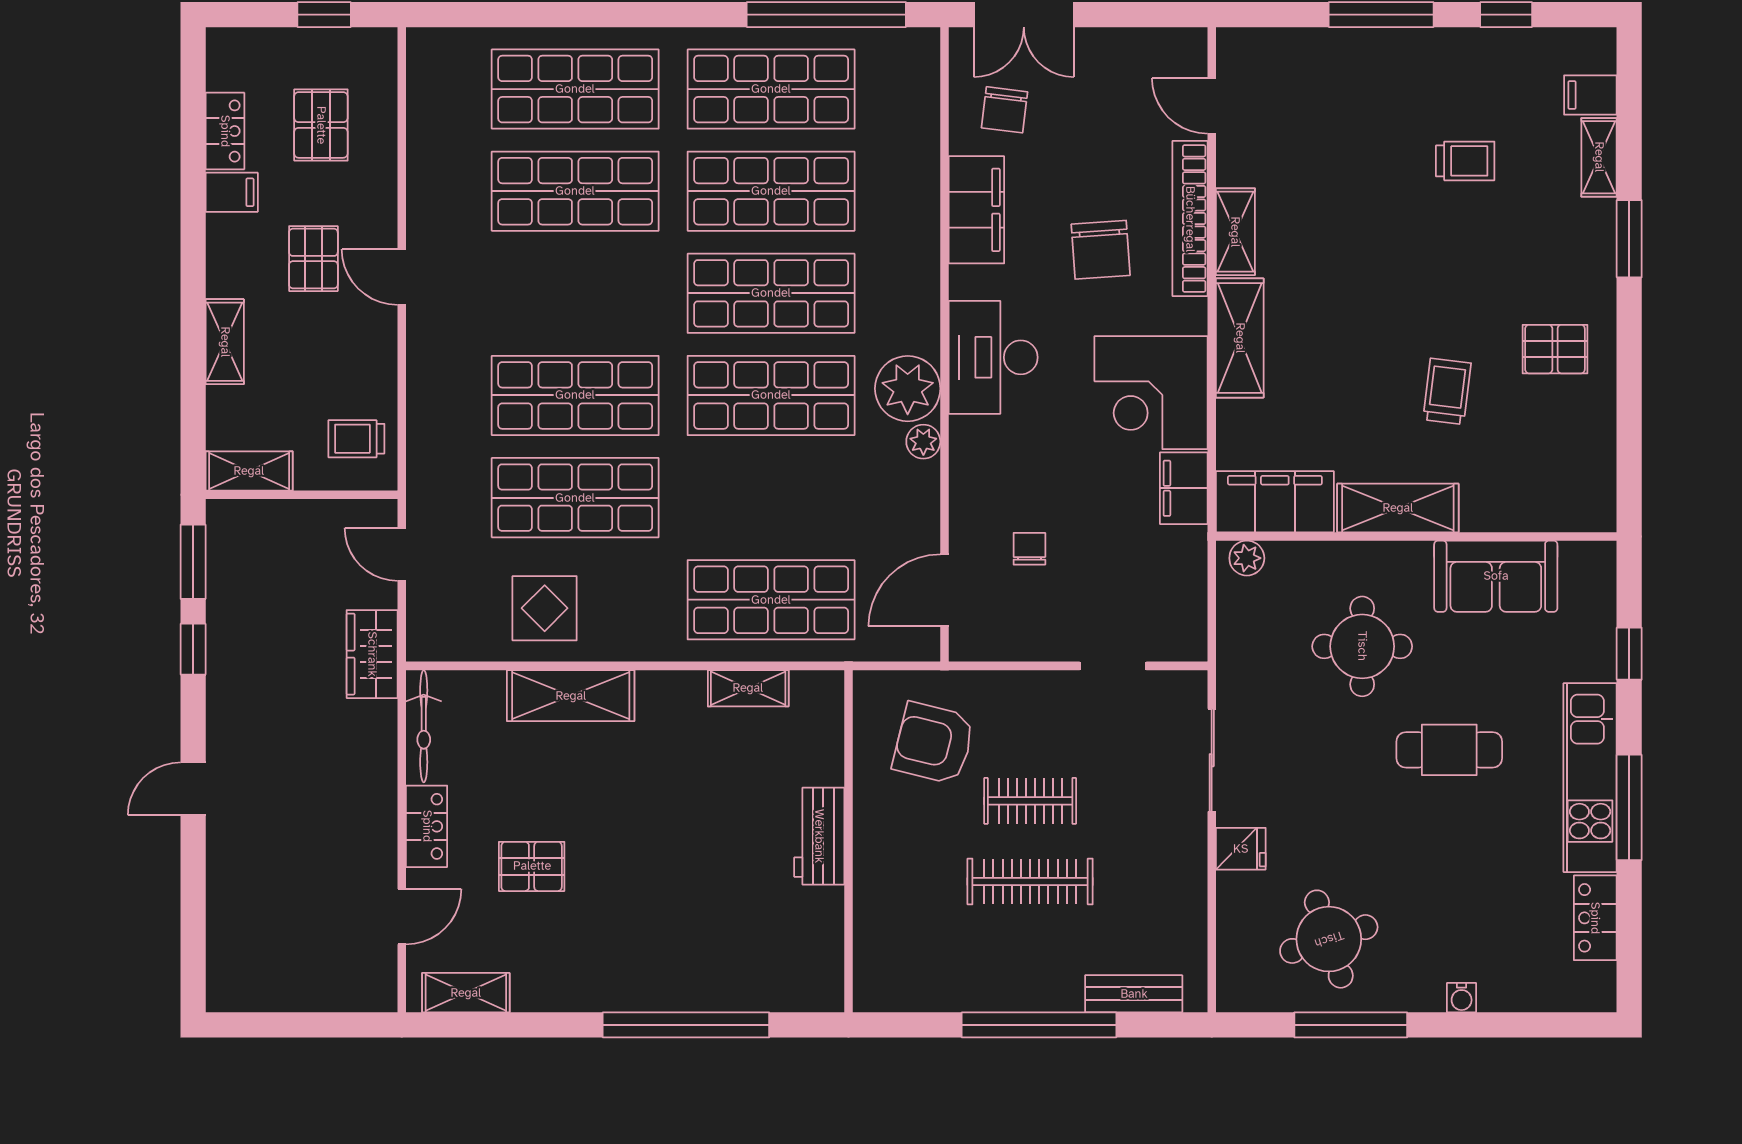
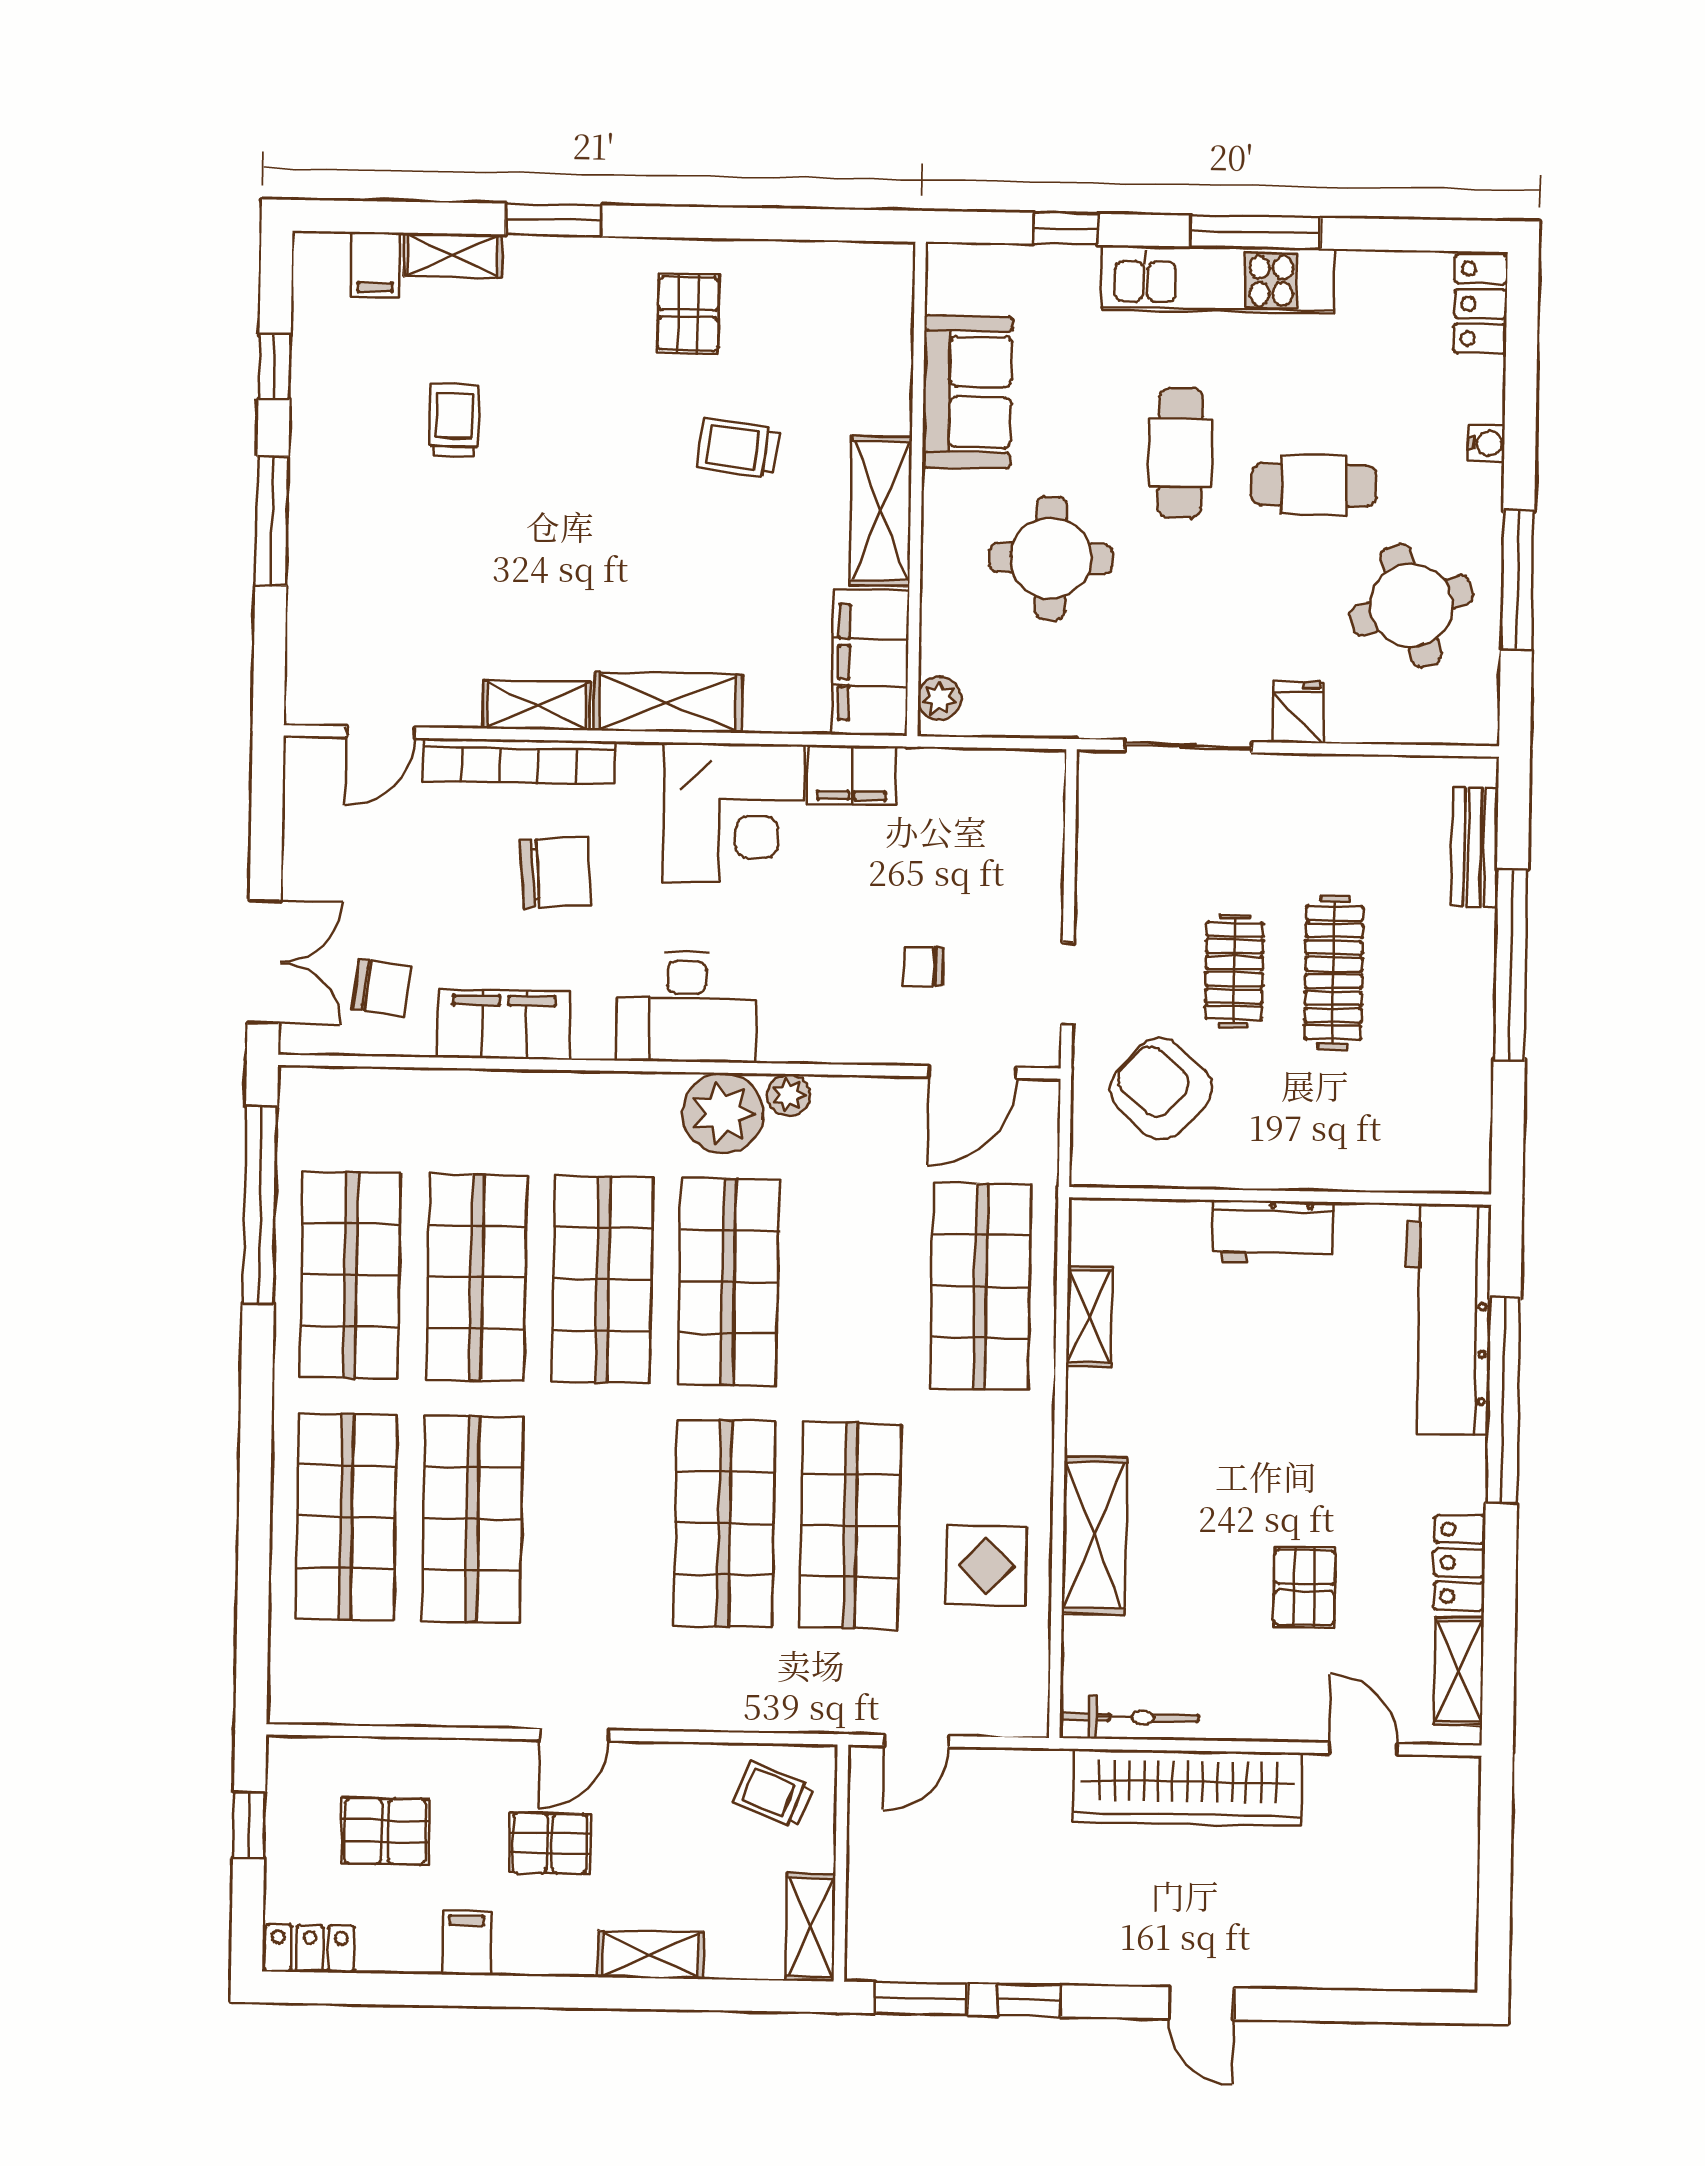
locker: (225, 131) -> (310, 1948), moved
trolley: (356, 439) -> (773, 1794), turned 111
door: (945, 590) -> (973, 1072), hinge flipped
wardrobe: (372, 654) -> (1188, 1788), moved, width x2.10, depth x1.17
doorway: (1113, 666) -> (1067, 984), moved
armchair: (934, 743) -> (1161, 1089), turned 118
locker: (427, 826) -> (1459, 1563), moved, turned -90
cafe table: (1425, 858) -> (1314, 485), added
locker: (1595, 918) -> (1480, 304), moved, turned 90
workbench: (751, 978) -> (1447, 1319), added

